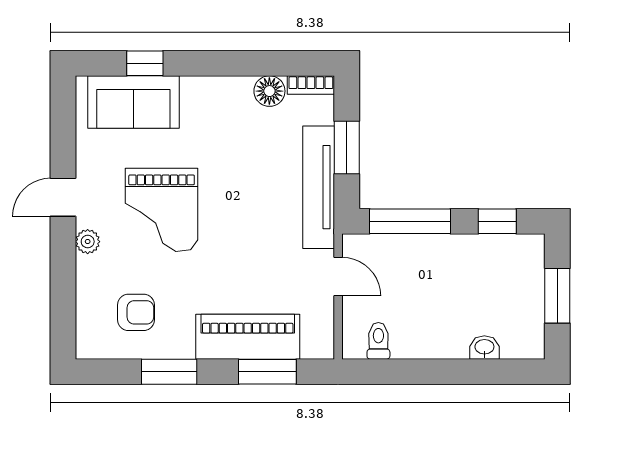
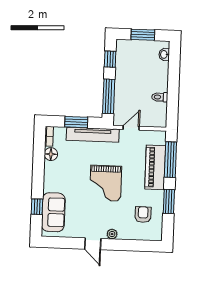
grand piano: (162, 210) -> (106, 183), moved, turned 90
toilet: (378, 341) -> (160, 97), moved
washbasin: (484, 347) -> (164, 54), moved
window: (267, 372) -> (170, 160), width x1.44

